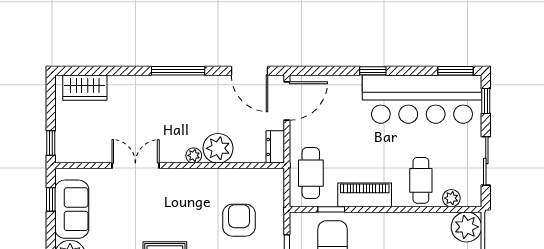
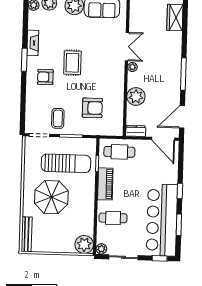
window: (455, 71) -> (179, 225), moved
plant: (194, 155) -> (132, 67), moved
plant: (451, 198) -> (101, 249), moved

